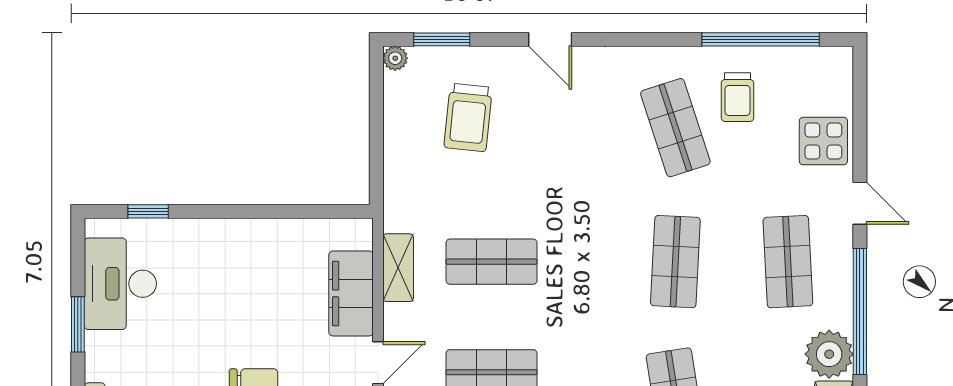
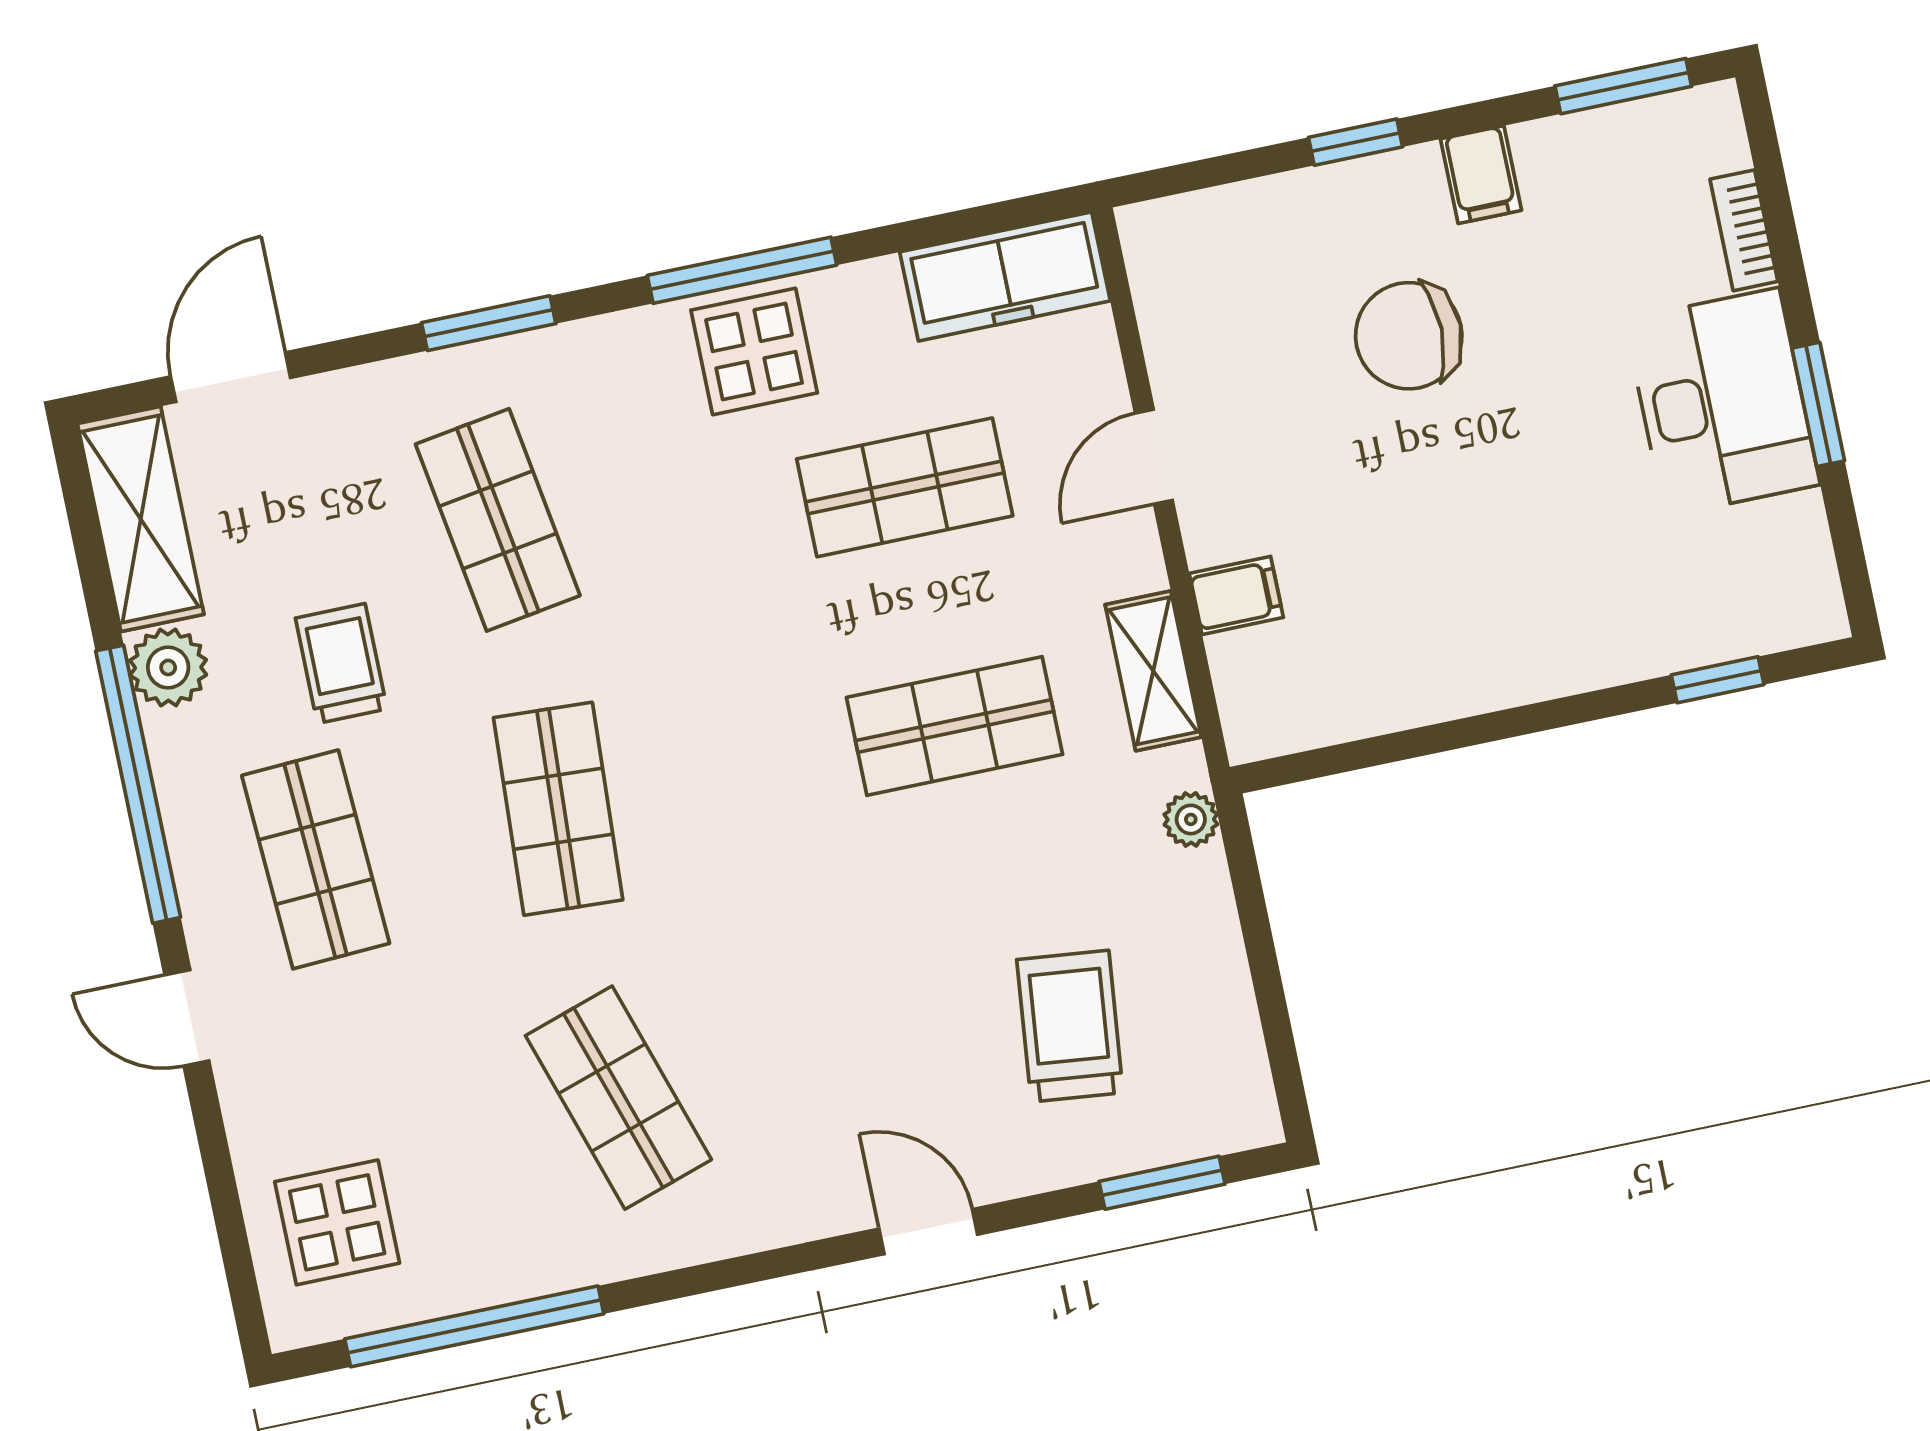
plant: (395, 58) -> (1191, 819), moved
trolley: (737, 97) -> (341, 664), moved
display table: (823, 141) -> (337, 1222), moved
desk: (120, 284) -> (1722, 402), moved
filing cabinet: (351, 293) -> (1236, 595), width x0.33, depth x0.86
plant: (829, 354) -> (168, 668), width x0.73, depth x0.73

